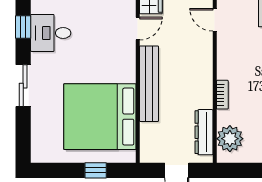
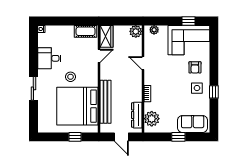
door: (215, 20) -> (143, 63), moved
window: (23, 27) -> (33, 55), removed
stool: (88, 65) -> (70, 77), added
bench: (149, 84) -> (105, 102), moved

